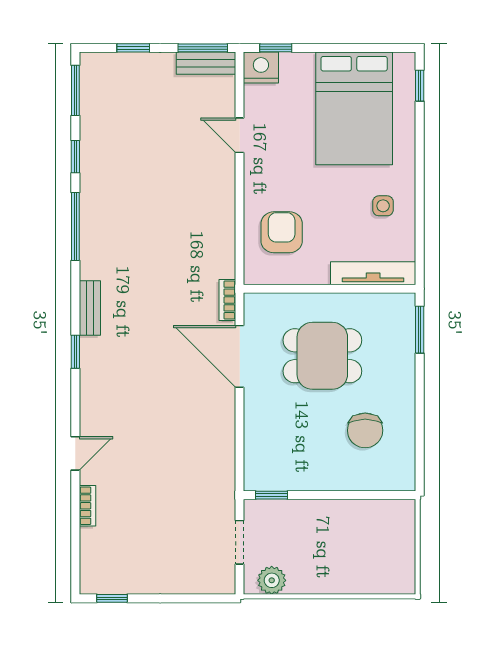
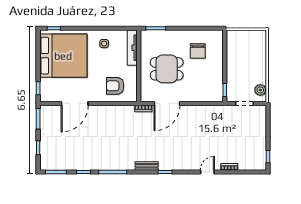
bench: (206, 63) -> (45, 117), removed
nightstand: (261, 67) -> (46, 94), removed
bed: (354, 108) -> (63, 56), width x1.36
door: (240, 135) -> (75, 103), width x1.87
dining table: (322, 356) -> (167, 69), turned 90
chair: (365, 430) -> (198, 51), turned 90
door: (75, 453) -> (207, 172), hinge flipped

